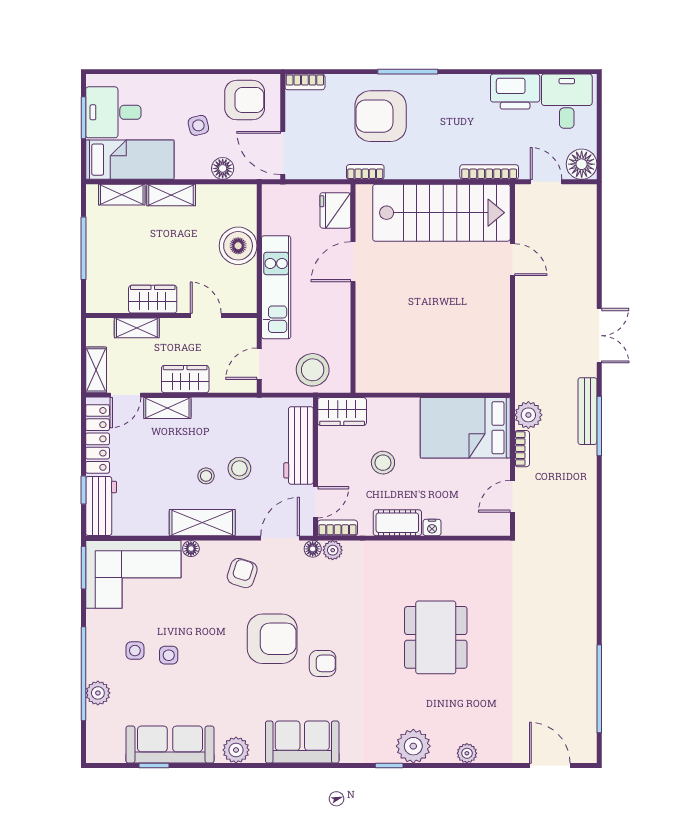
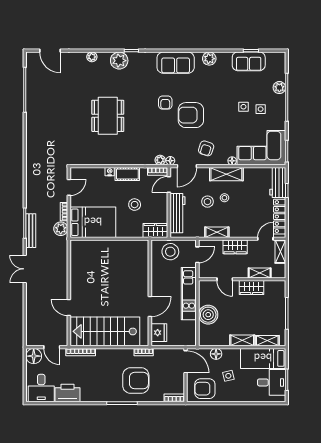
shelving: (167, 408) -> (217, 232), moved
armchair: (323, 663) -> (165, 103), turned -90
sofa: (170, 745) -> (249, 61), width x0.73

